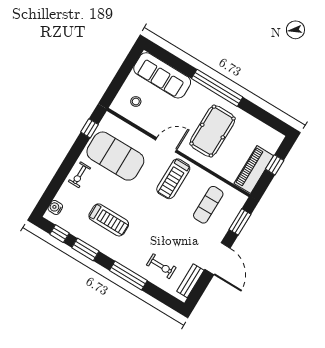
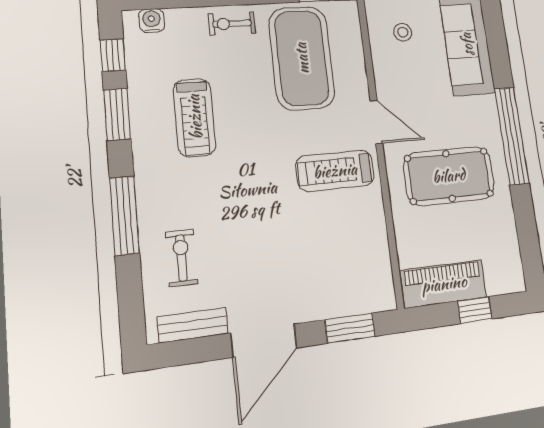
exercise mat: (208, 205) -> (338, 256), removed
exercise bike: (161, 266) -> (181, 258), turned 180

